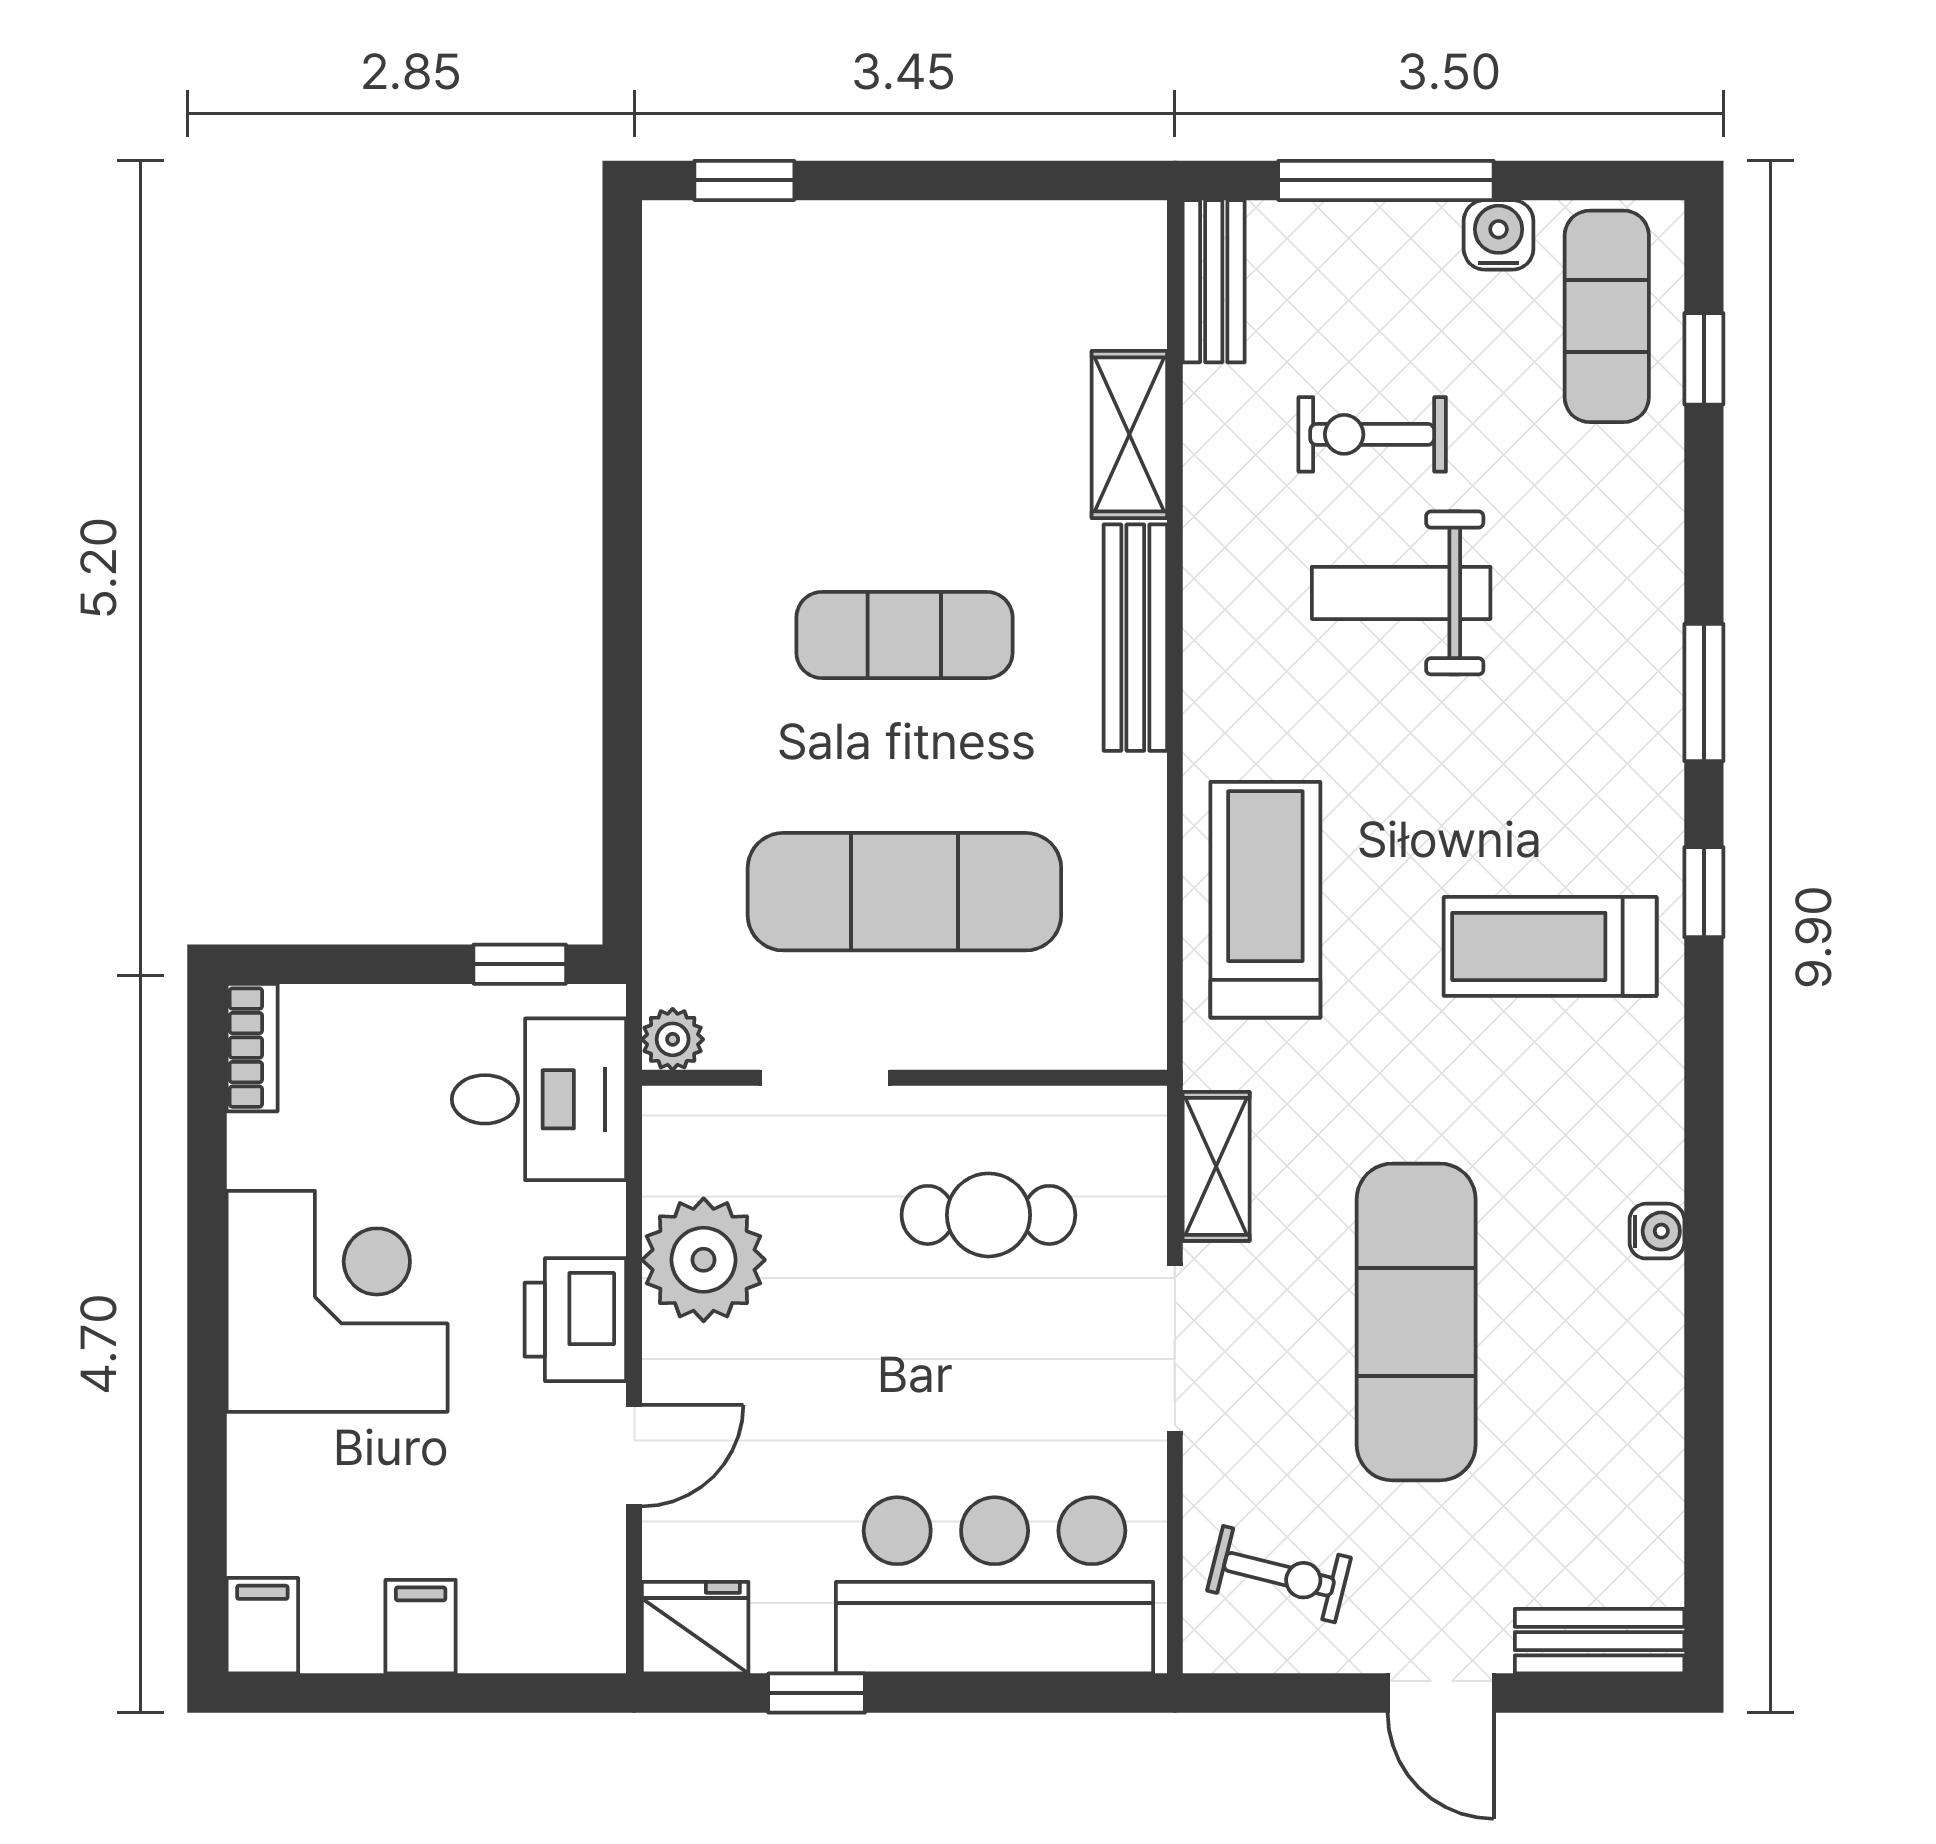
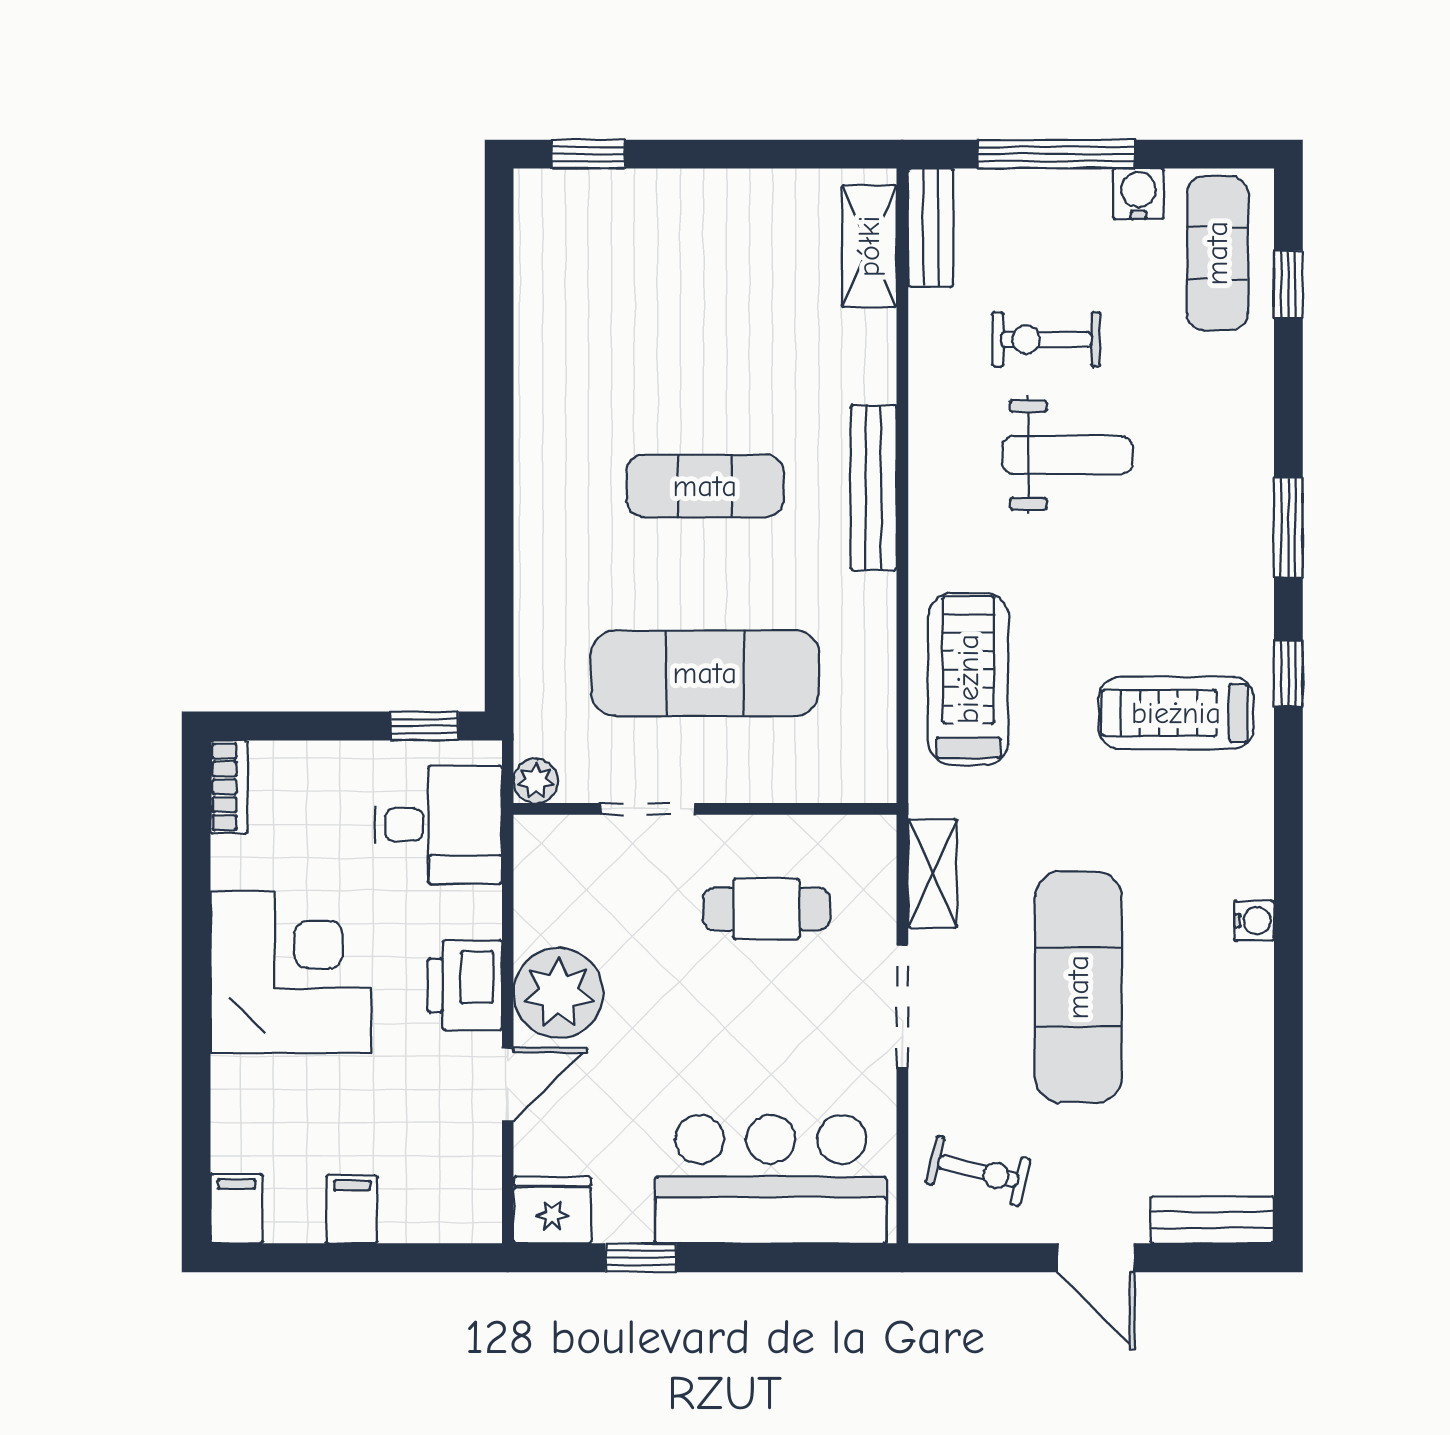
shelving: (1129, 434) -> (869, 246), moved
weight bench: (1401, 593) -> (1067, 455), turned 180
plant: (704, 1260) -> (558, 993), moved

